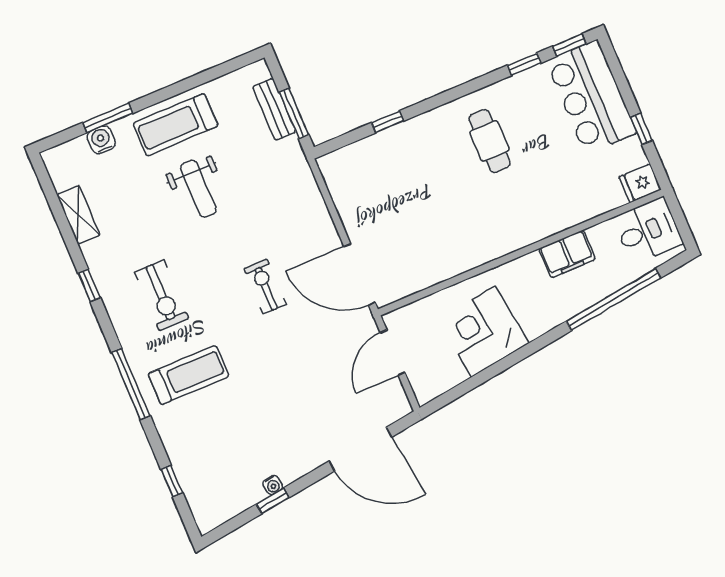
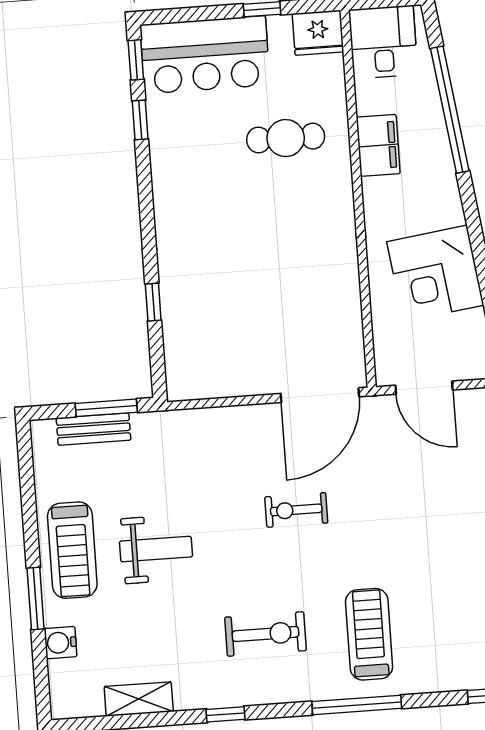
window: (108, 118) -> (36, 598), moved
cafe table: (490, 141) -> (286, 138), moved
fridge: (640, 183) -> (318, 33), width x1.38

